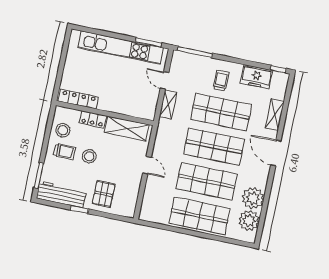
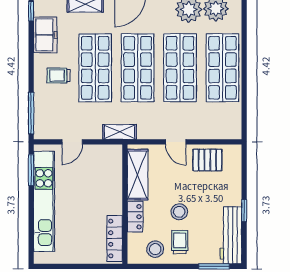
shelving: (168, 105) -> (120, 132), moved
door: (147, 165) -> (176, 142), swing flipped
pallet: (104, 194) -> (207, 160), moved

